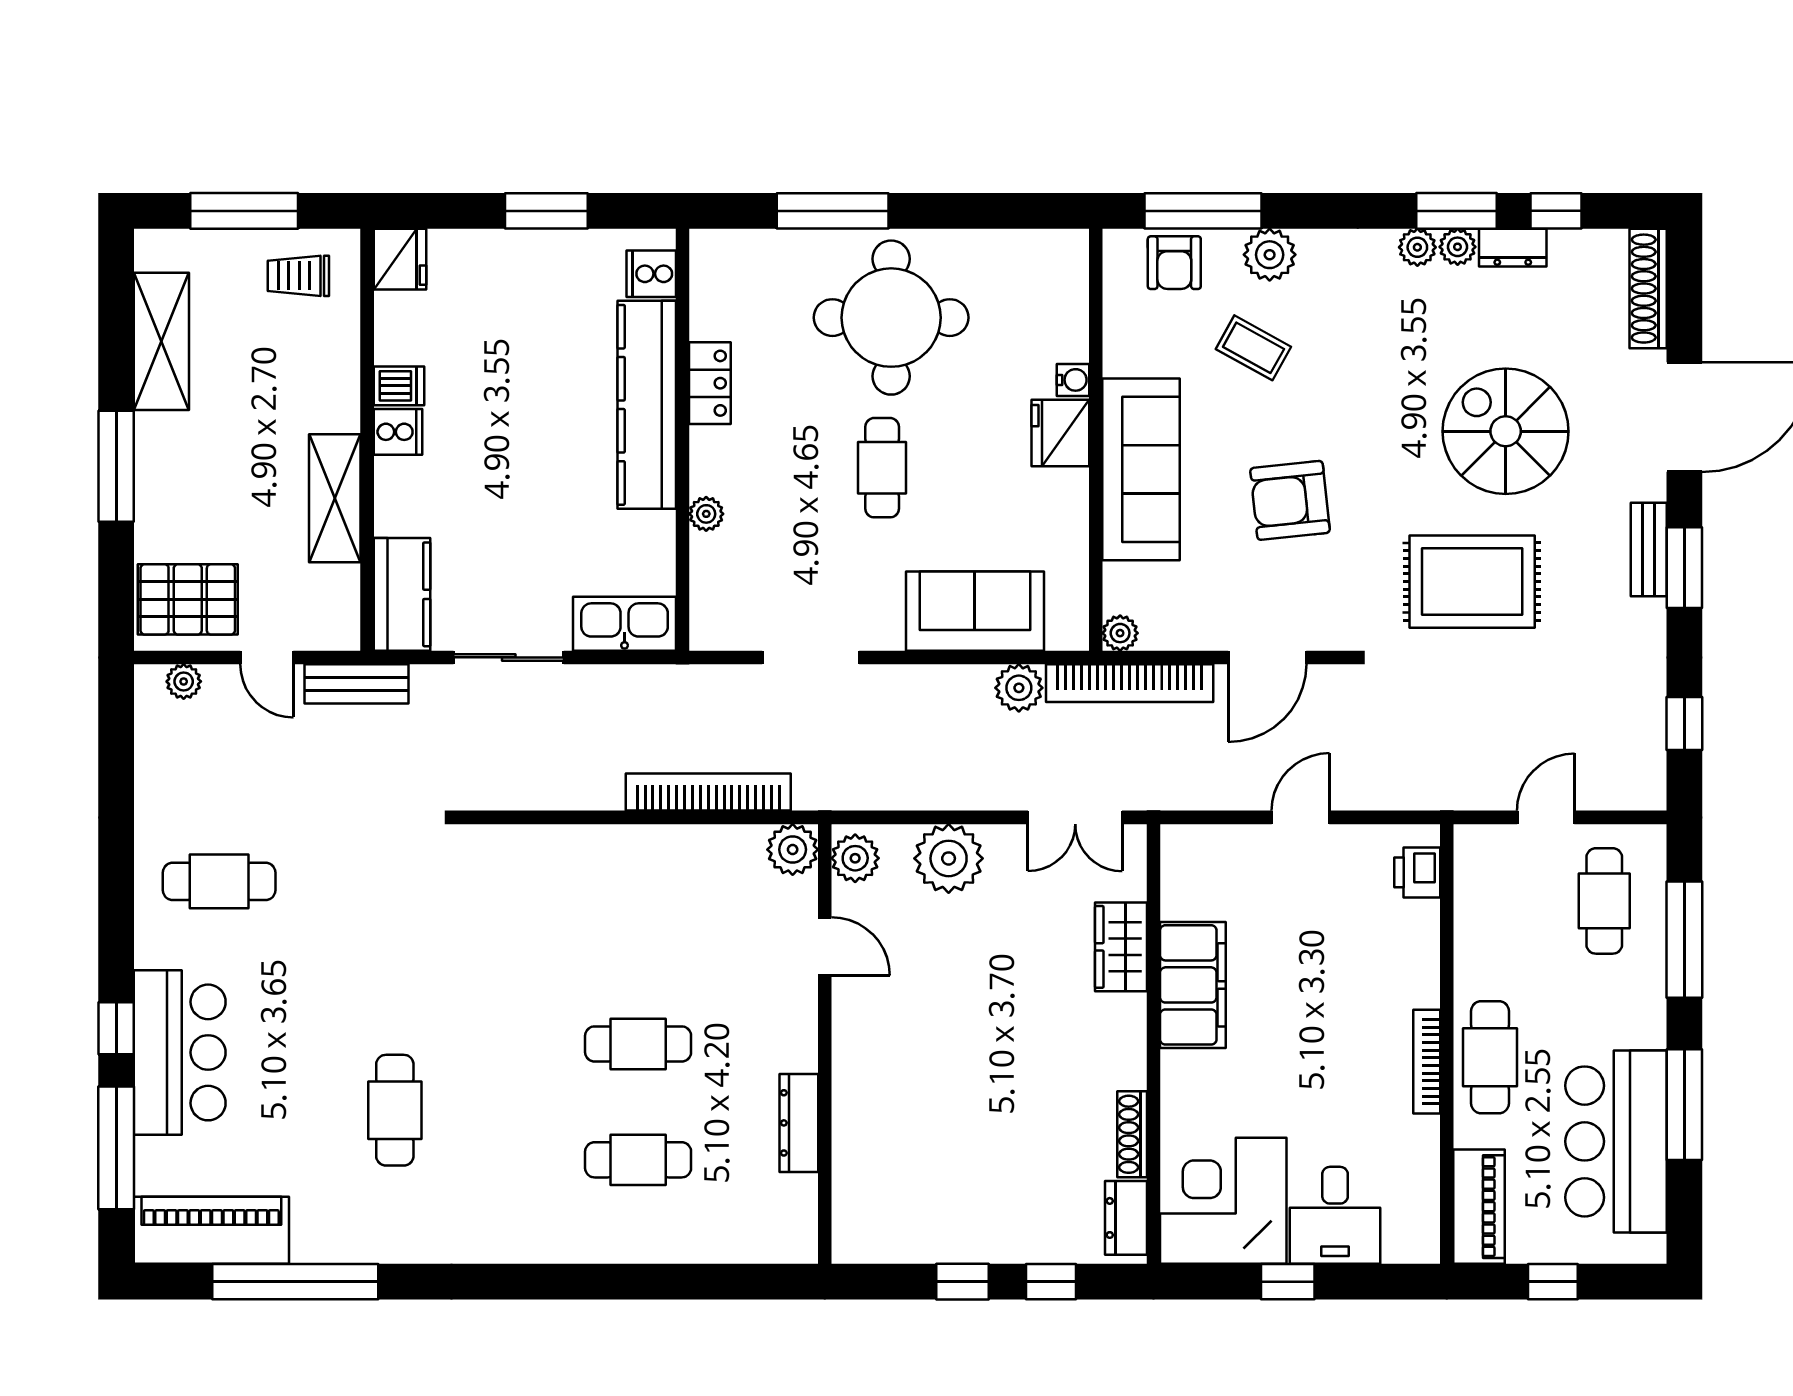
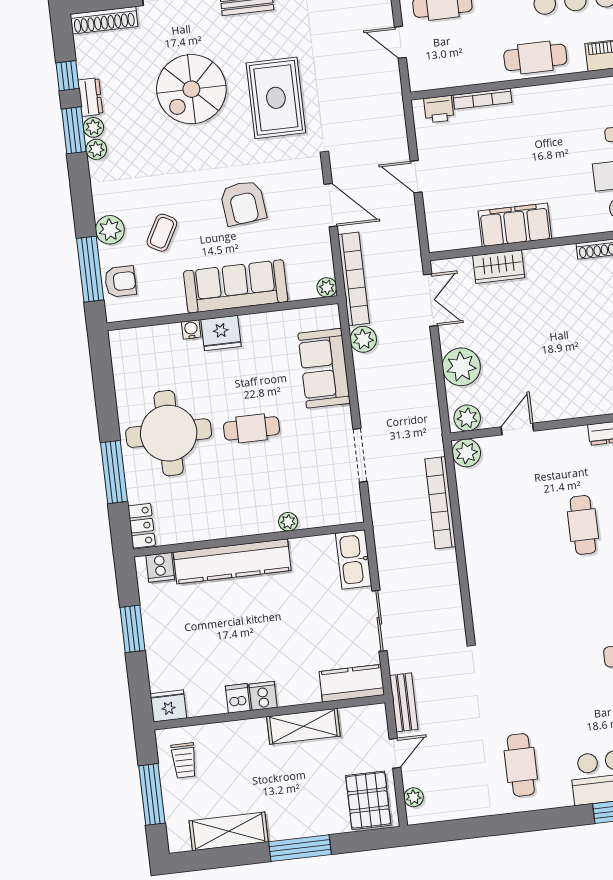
locker: (710, 383) -> (142, 526), moved, turned 90
bookcase: (1427, 1062) -> (482, 99), moved

